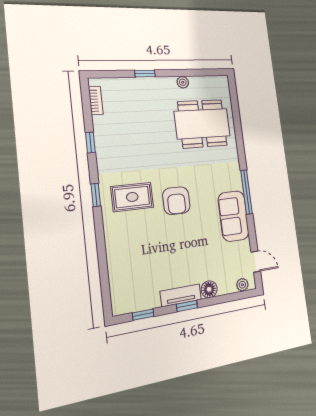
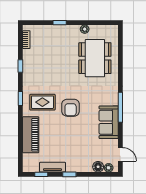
dining table: (202, 124) -> (95, 58), turned 90
piano: (119, 252) -> (31, 135), added
floor lamp: (209, 289) -> (98, 167), moved
tv unit: (181, 295) -> (52, 167), moved

